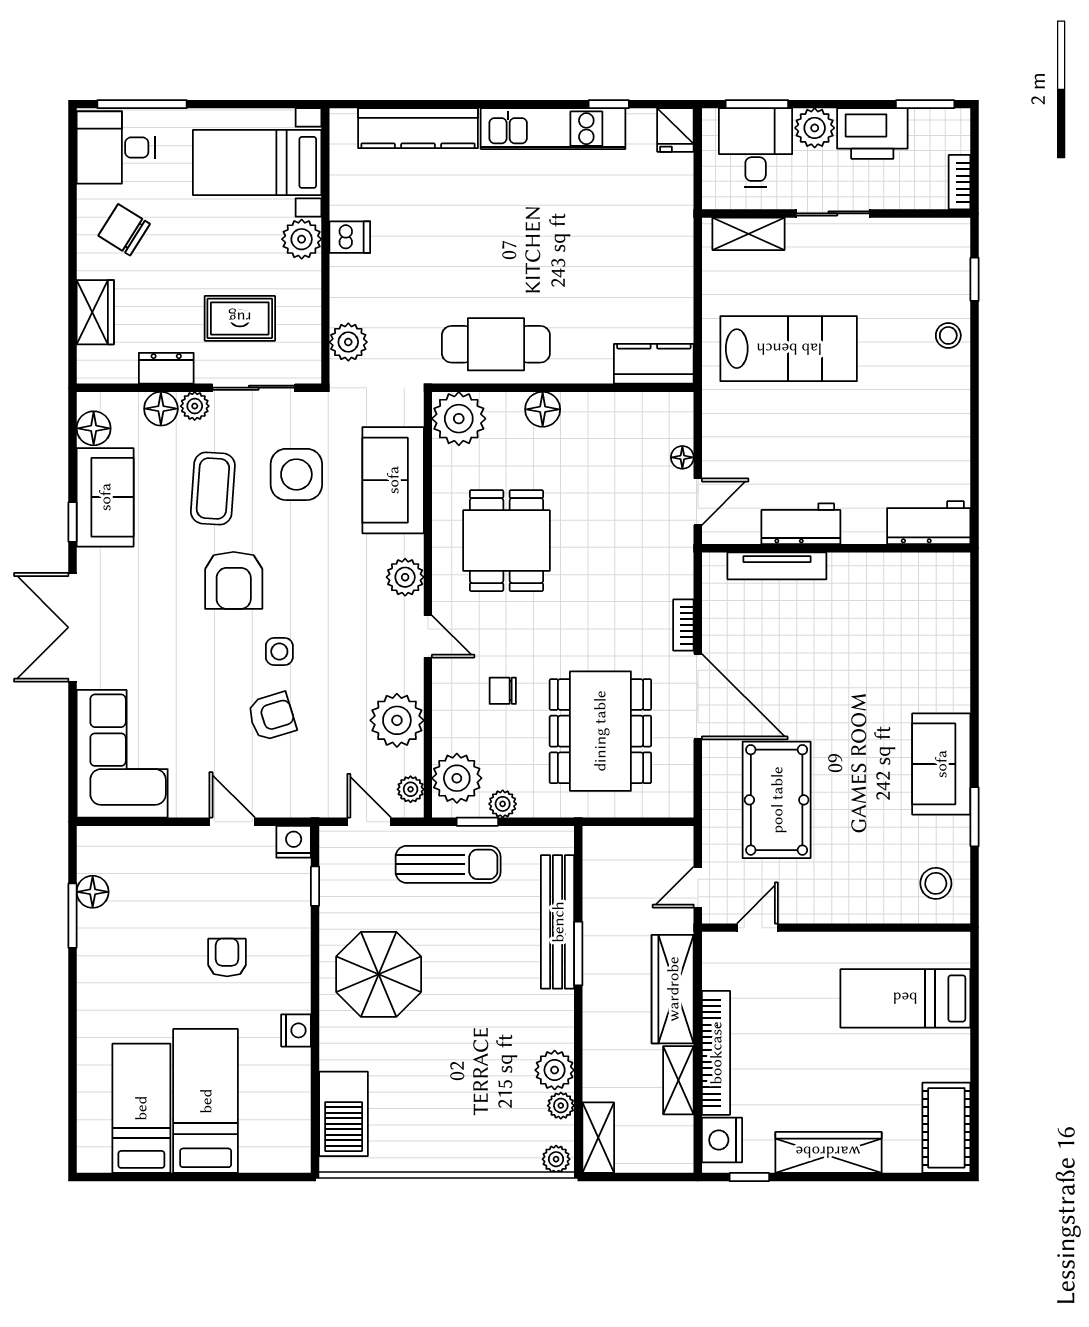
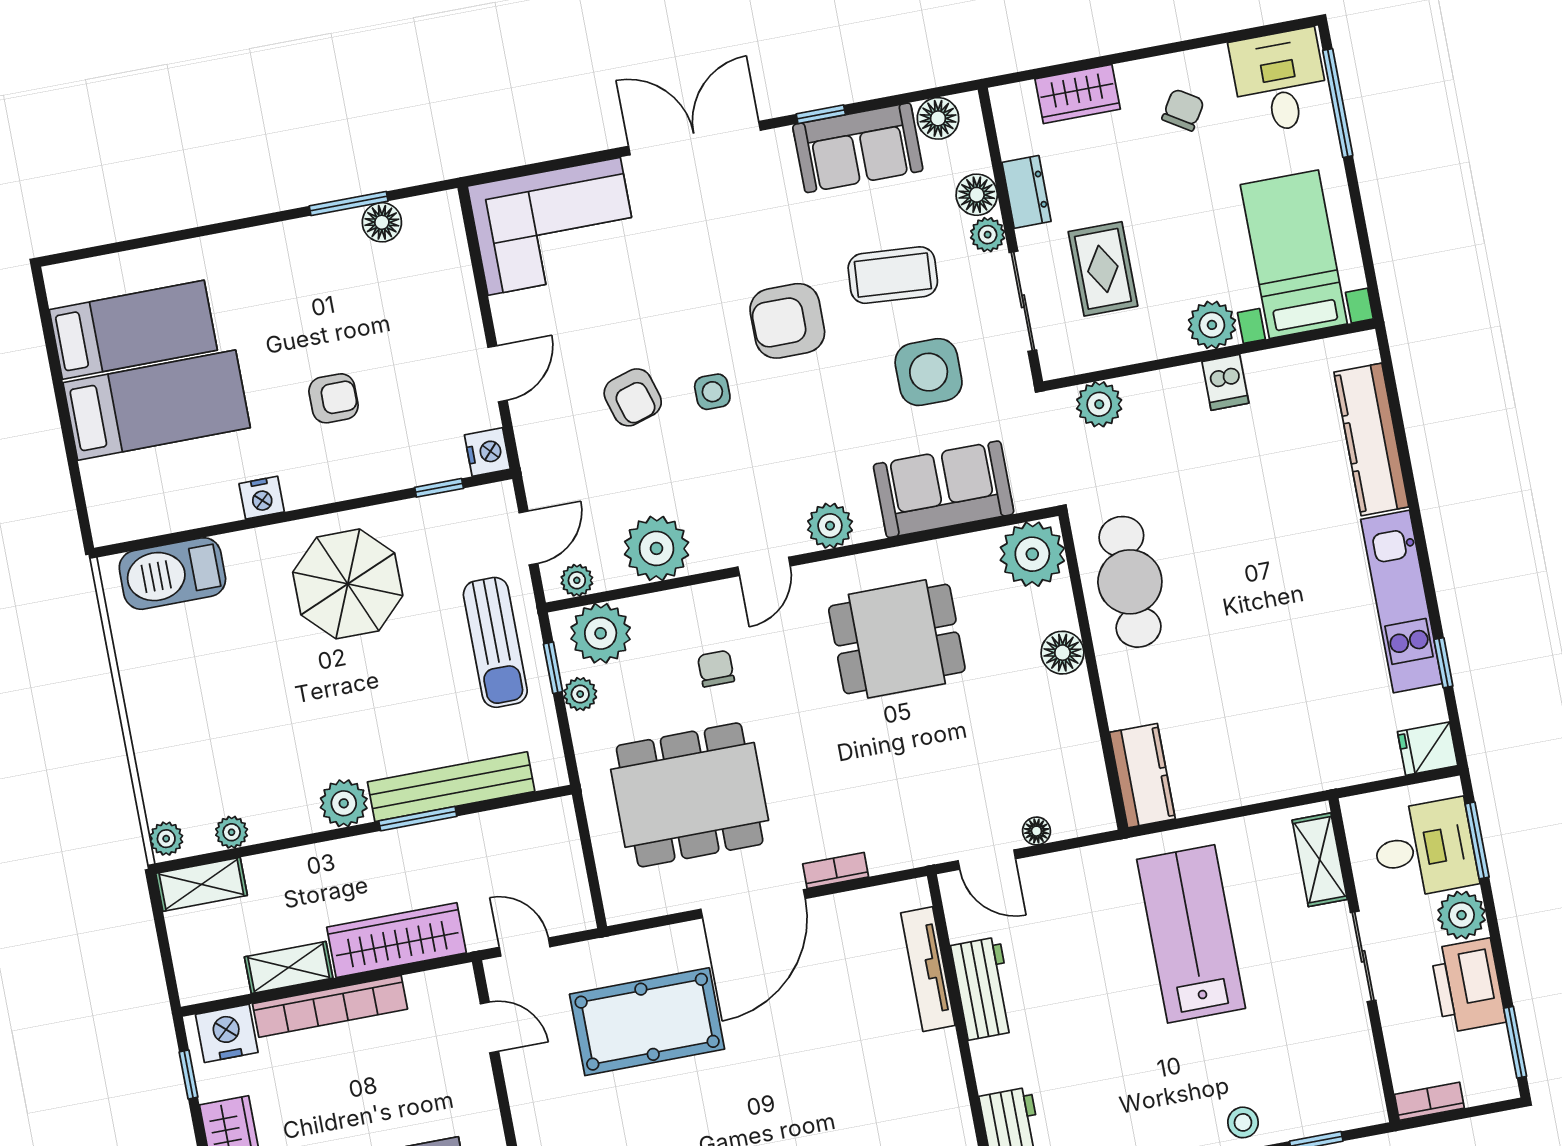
chair: (124, 230) -> (1183, 110), width x0.73, depth x0.73
lab bench: (789, 349) -> (1191, 934), turned 180
plant: (555, 1070) -> (344, 803), moved

